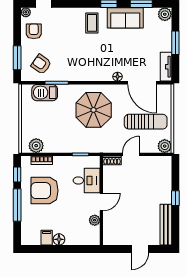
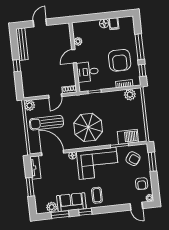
plant: (165, 14) -> (52, 207), moved
corner sofa: (87, 63) -> (98, 163), added
armchair: (44, 191) -> (120, 60), turned 90

